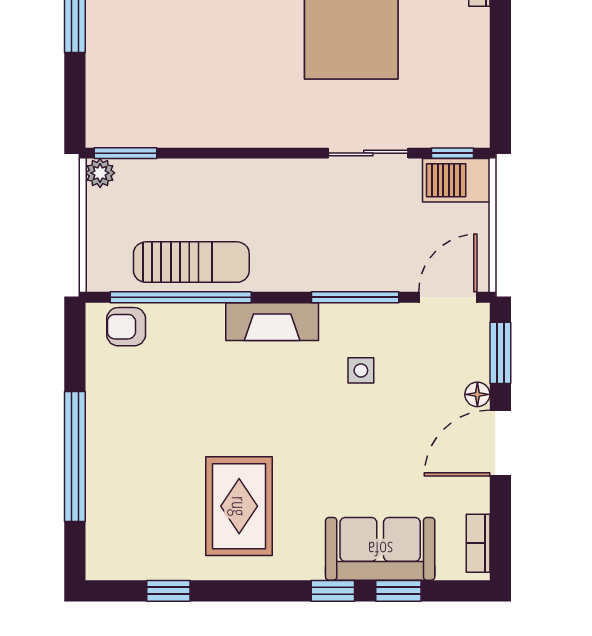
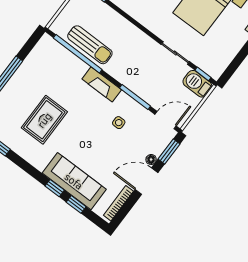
armchair: (126, 327) -> (52, 50), removed
rug: (239, 506) -> (44, 120), moved
bookcase: (478, 543) -> (118, 203), width x1.56
sofa: (380, 549) -> (74, 181), width x1.36

